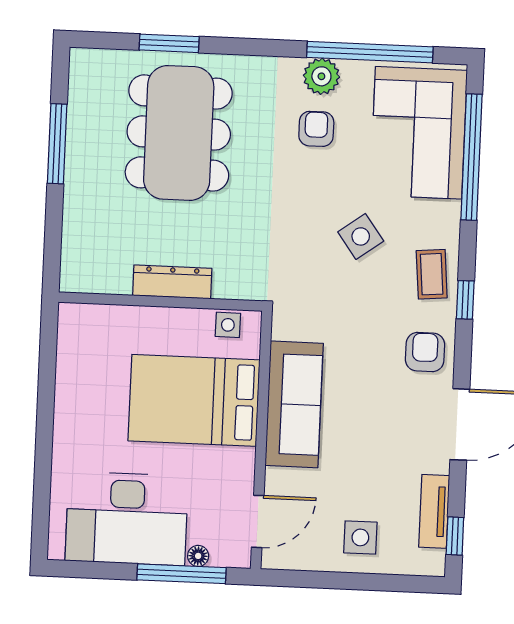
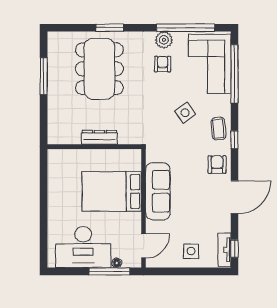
window: (169, 43) -> (110, 28), moved
side table: (228, 325) -> (126, 156), removed
tv unit: (434, 511) -> (224, 250), moved

